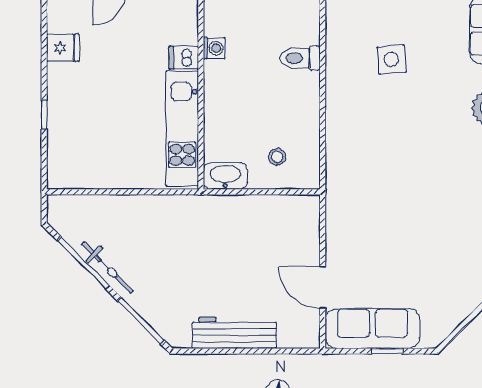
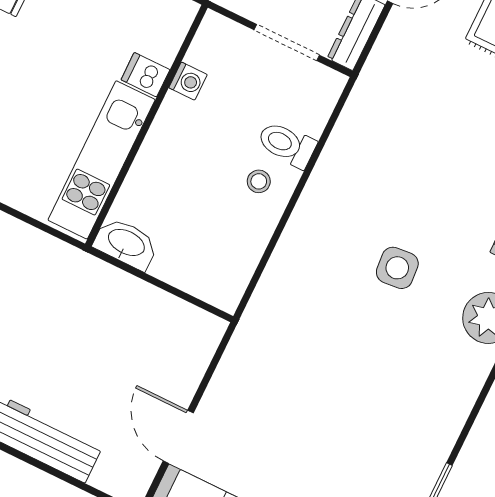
side table: (392, 60) -> (397, 268), moved
stool: (277, 157) -> (259, 181), moved

